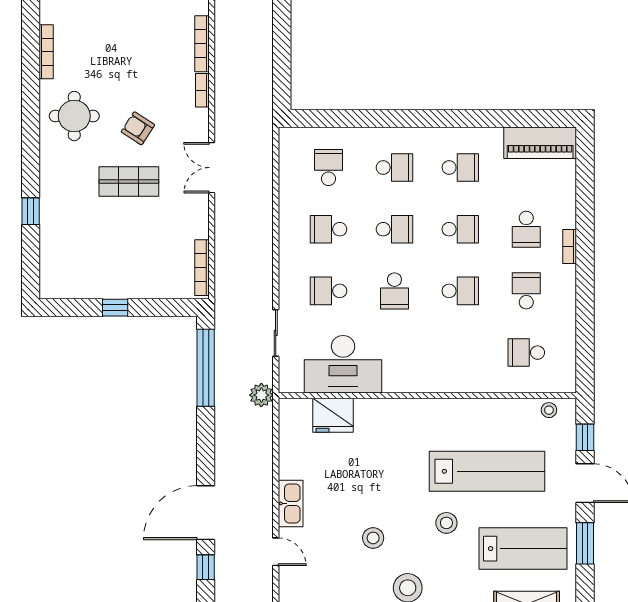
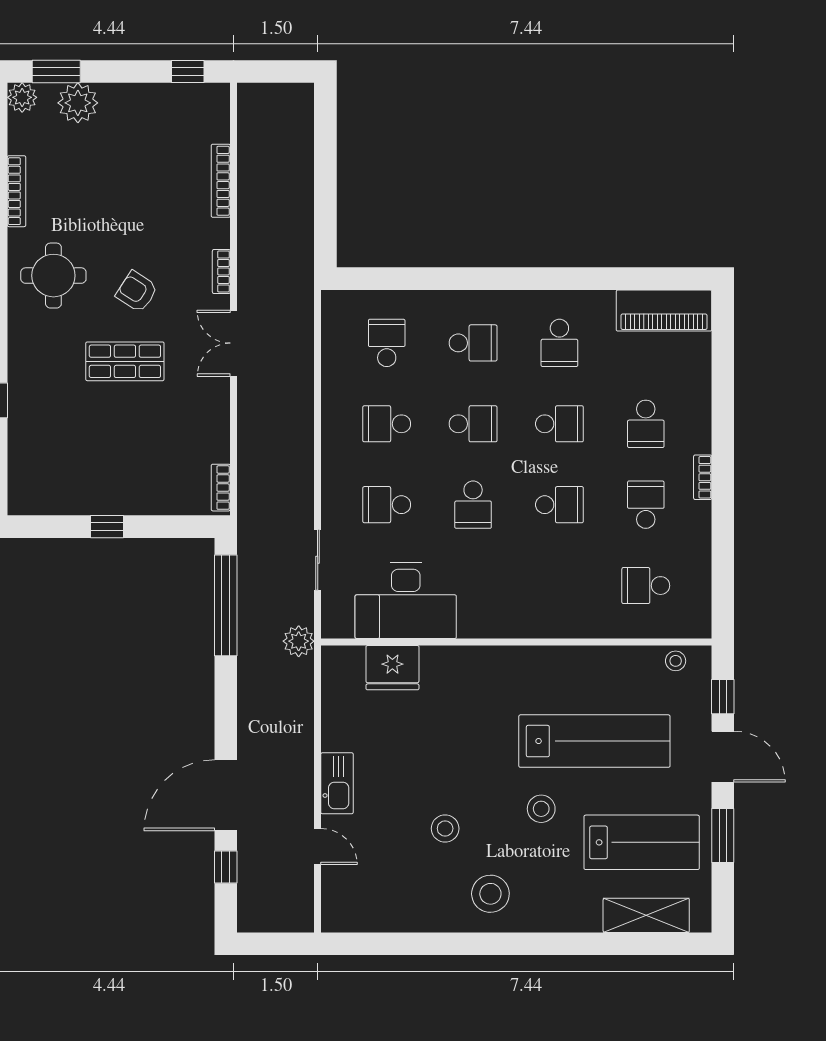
bookcase: (202, 90) -> (221, 271), moved
school desk: (460, 167) -> (559, 343), turned 90
bookcase: (570, 247) -> (703, 477), moved
bookcase: (202, 268) -> (221, 488), width x0.64

